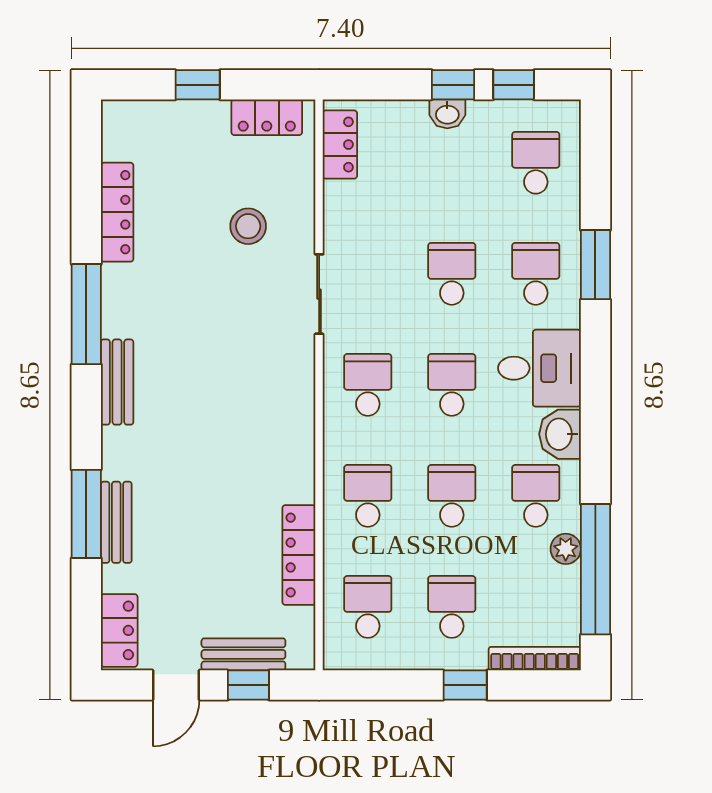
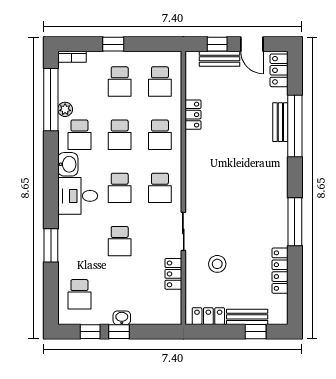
window: (198, 85) -> (256, 332), moved
locker: (340, 145) -> (173, 274), moved
school desk: (536, 274) -> (79, 241), removed
bench: (117, 382) -> (247, 317), moved, turned 90
window: (86, 514) -> (295, 126), width x1.46
locker: (299, 555) -> (193, 115), width x0.66
bookcase: (535, 659) -> (72, 57), width x0.64
door: (176, 685) -> (252, 44), swing flipped

